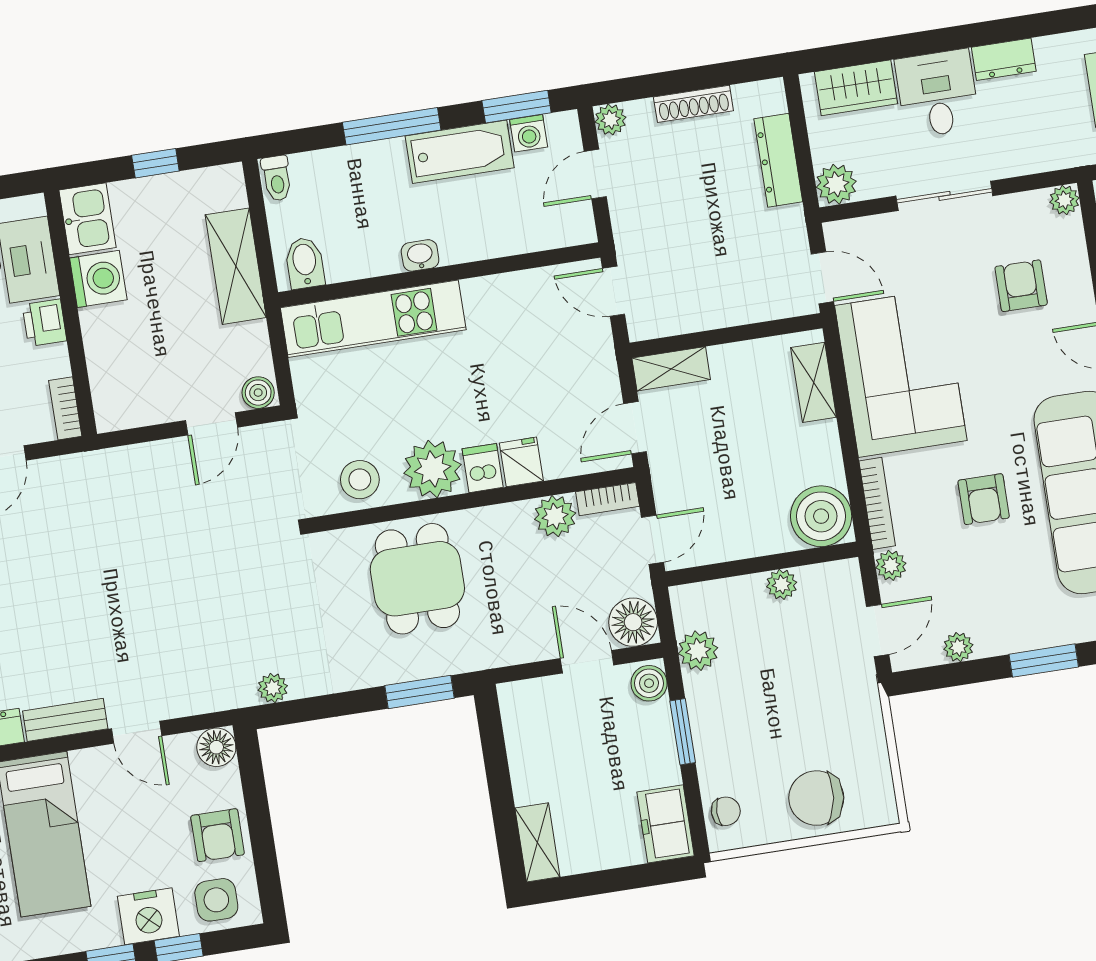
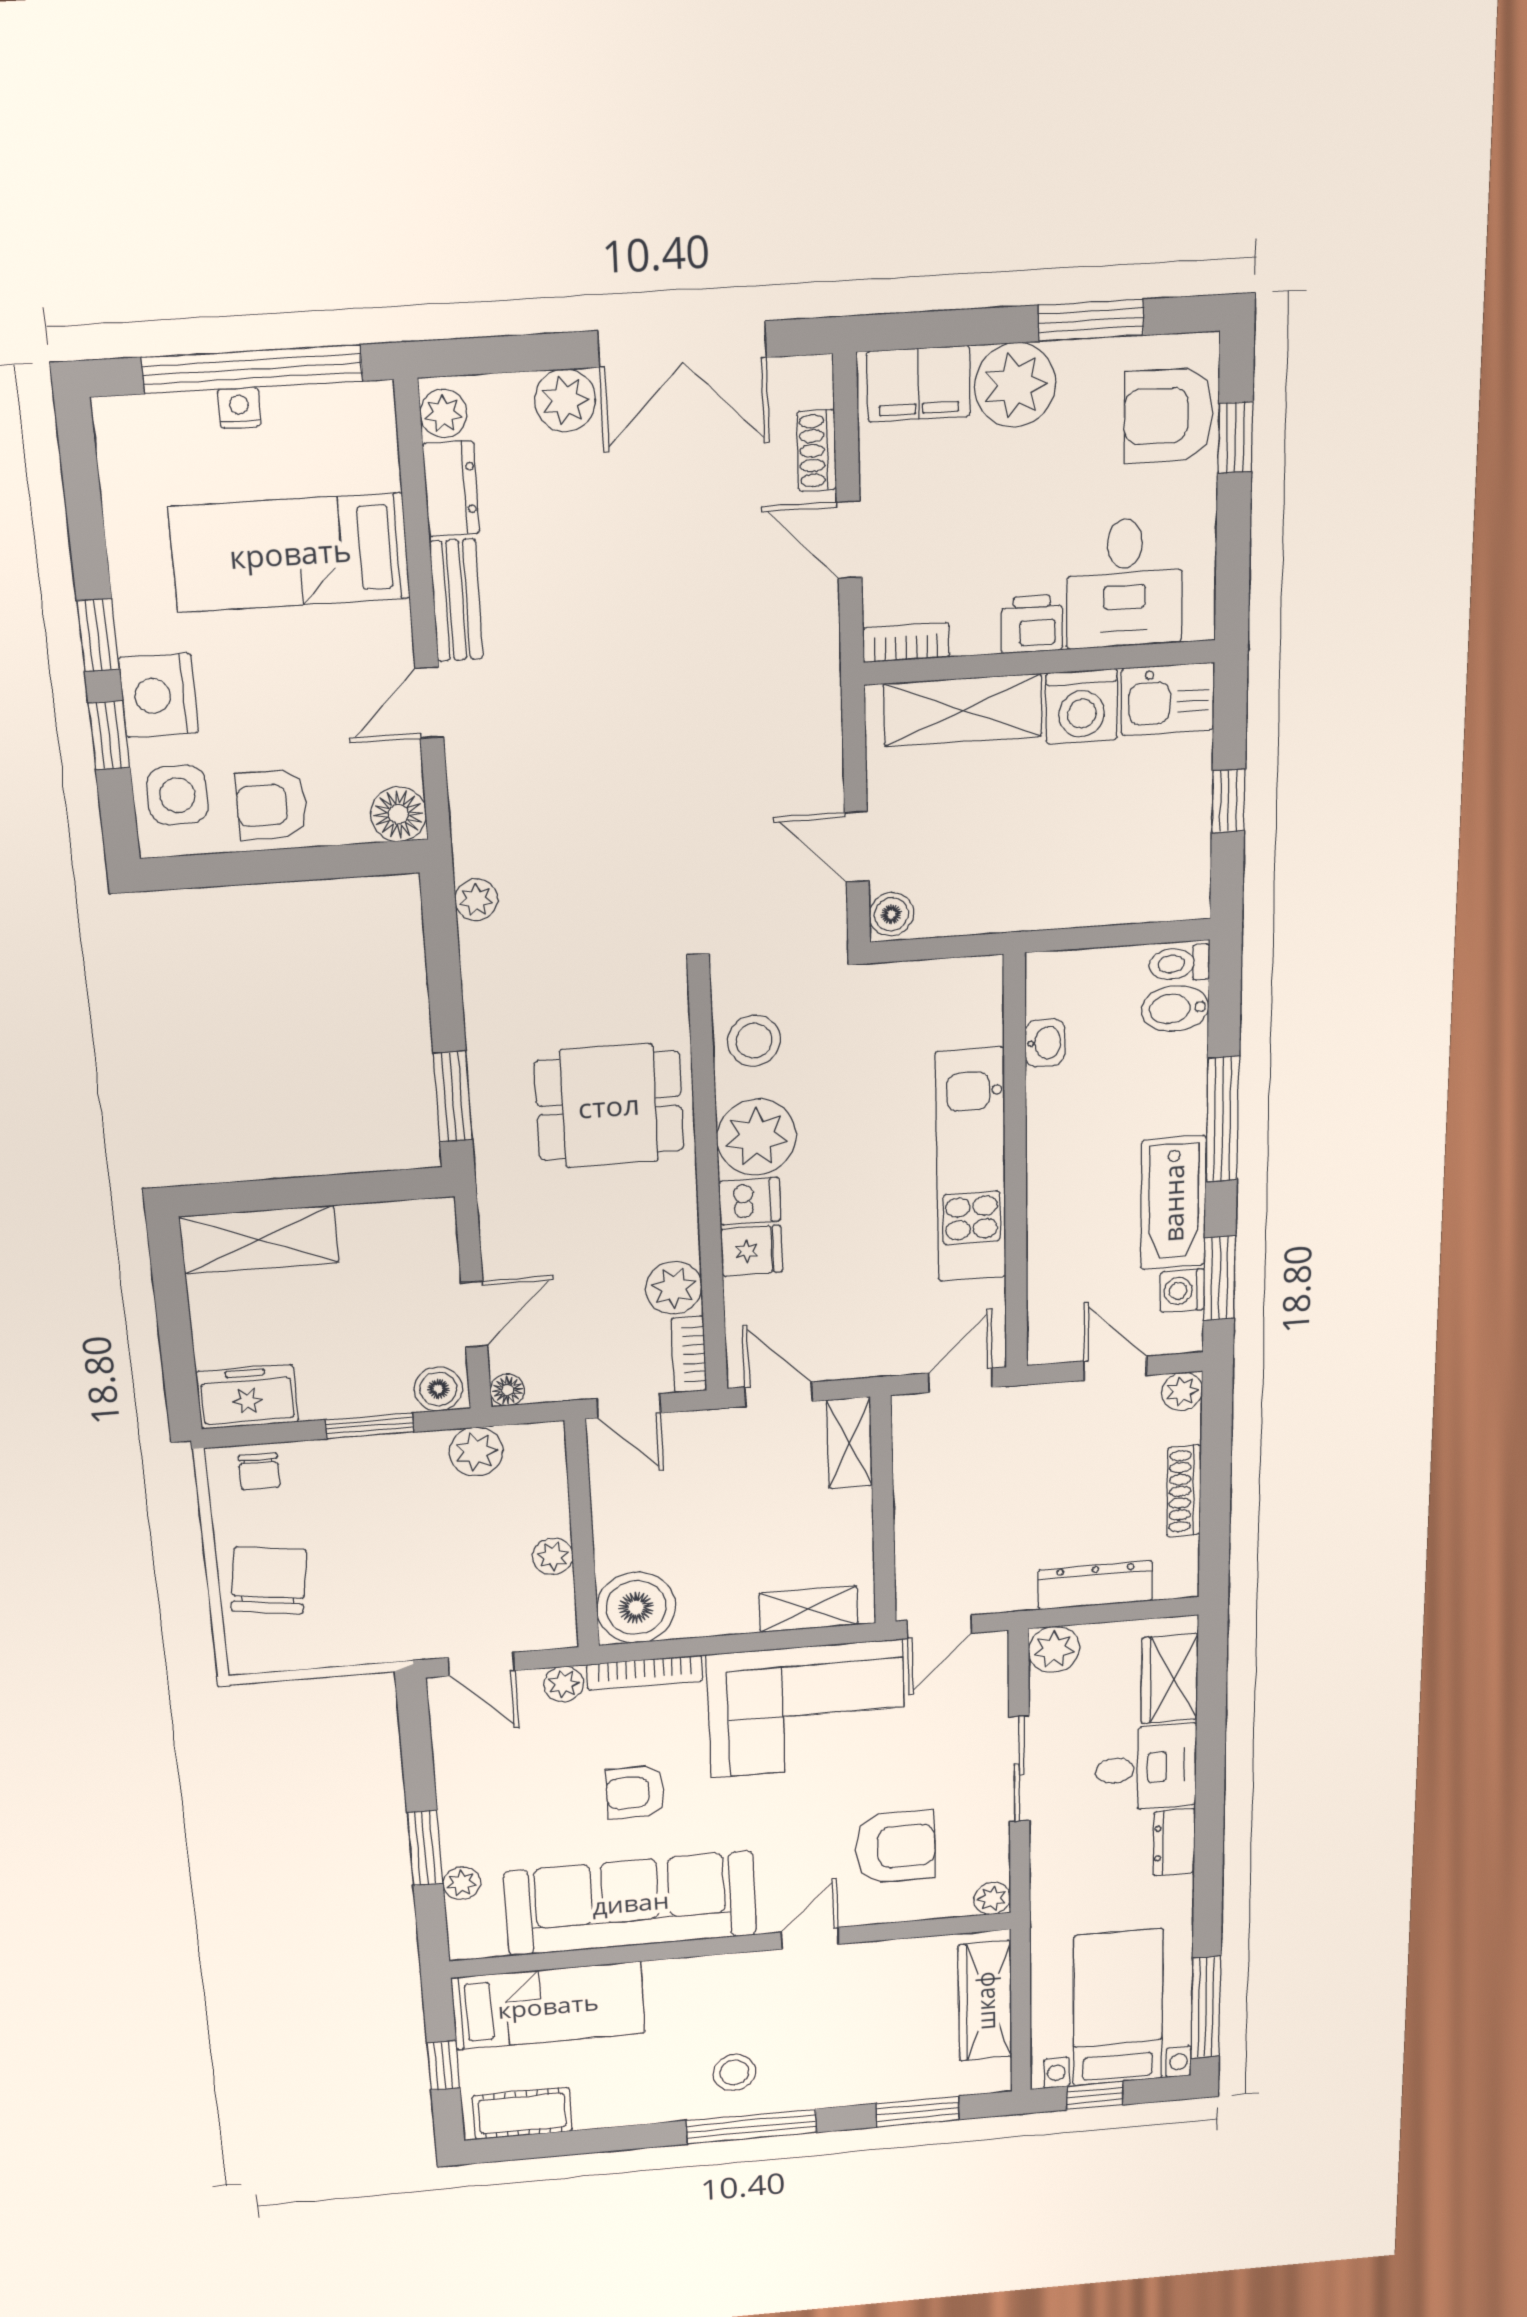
washbasin: (420, 255) -> (1045, 1043), moved
bidet: (305, 263) -> (1175, 1009), moved, turned 180
shelving: (236, 266) -> (963, 710), moved
armchair: (1021, 286) -> (895, 1847), width x1.38, depth x1.38
kitchen unit: (373, 319) -> (971, 1165), moved
floor lamp: (633, 622) -> (507, 1390), width x0.53, depth x0.53
plant: (958, 647) -> (462, 1883), moved
shelving: (537, 842) -> (259, 1240), width x1.50, depth x1.33

